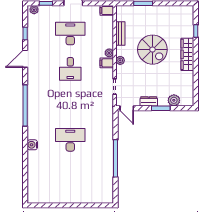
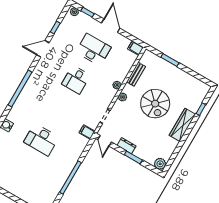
filing cabinet: (107, 63) -> (87, 132), moved
plant: (174, 100) -> (160, 164), moved
desk: (70, 140) -> (41, 140), turned 180

